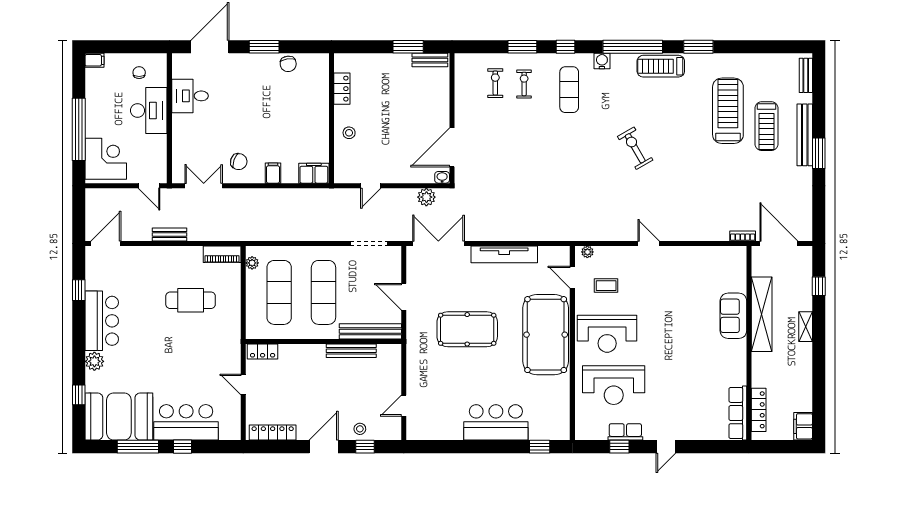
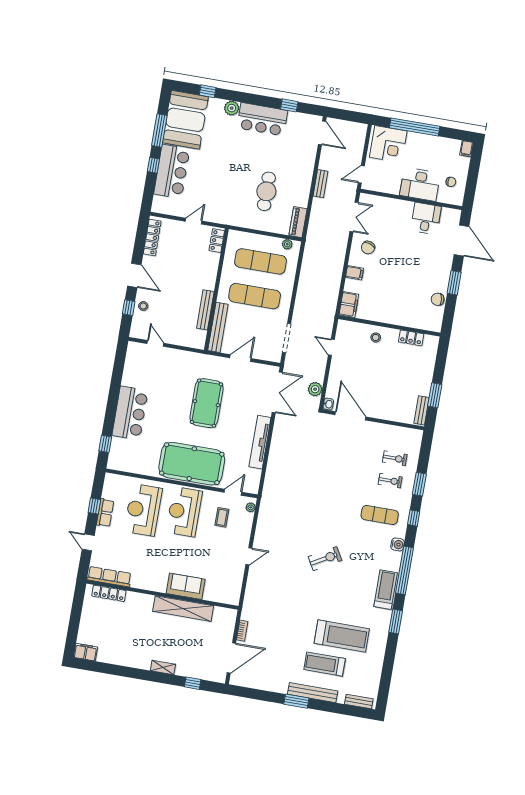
shelving: (762, 314) -> (183, 609), moved
sofa: (733, 316) -> (186, 586), moved
wall: (749, 343) -> (162, 595), moved
locker: (759, 410) -> (109, 593), moved
row of seats: (738, 413) -> (109, 577), moved

